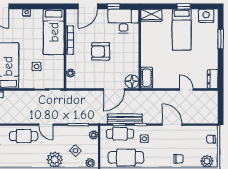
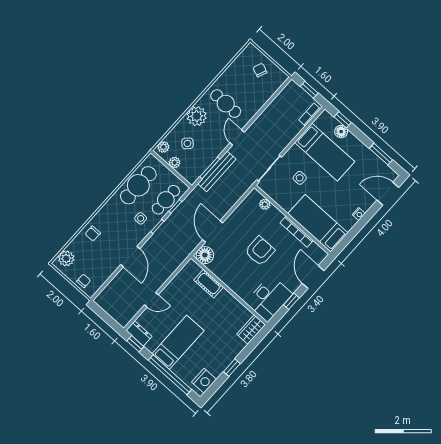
bed: (182, 30) -> (178, 342), moved, turned 90
window: (221, 39) -> (170, 375), width x2.11
window: (221, 76) -> (135, 344), added
cot: (147, 78) -> (209, 284), moved
bench: (125, 119) -> (217, 171), moved
door: (46, 125) -> (237, 137), hinge flipped
door: (172, 125) -> (130, 257), hinge flipped
plant: (94, 135) -> (175, 163), moved
cafe table: (24, 136) -> (226, 104), moved, turned 90

